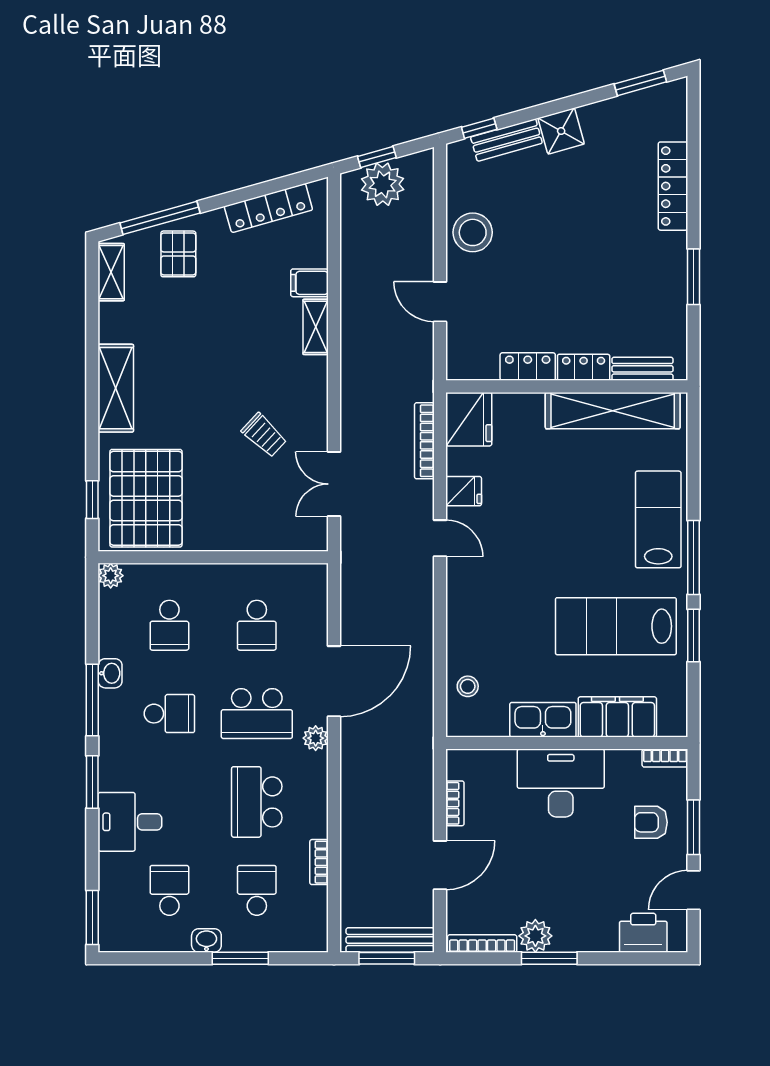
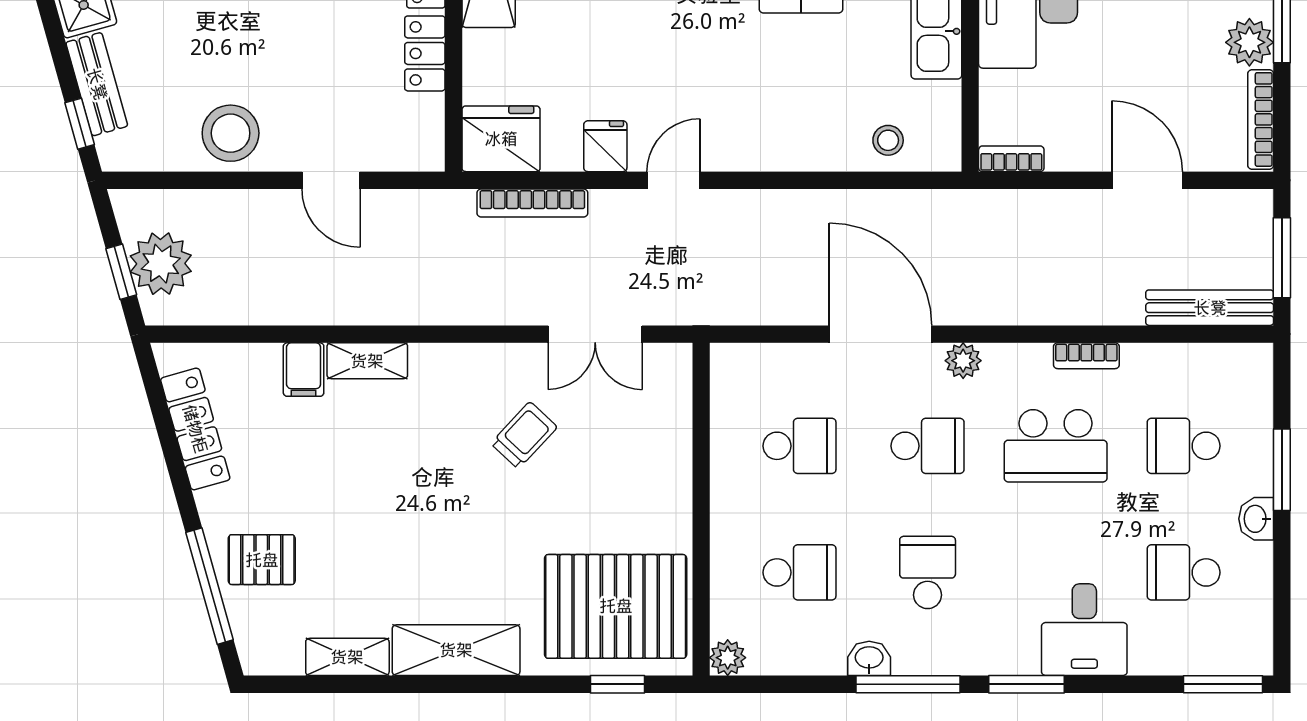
shelving: (111, 272) -> (347, 657), moved
door: (440, 302) -> (331, 180), hinge flipped
school desk: (257, 714) -> (928, 446), width x0.54
bookcase: (455, 803) -> (1011, 159), moved
bookcase: (319, 862) -> (1086, 356), moved
bench: (390, 940) -> (1210, 308), moved, turned 90

